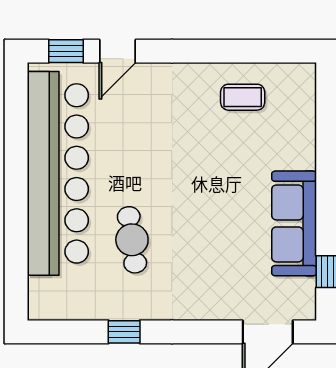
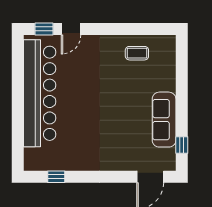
cafe table: (132, 240) -> (79, 128), removed
window: (124, 332) -> (56, 177), moved

